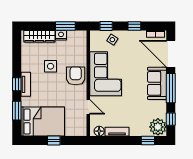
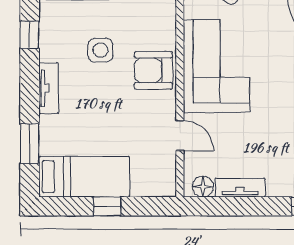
armchair: (76, 76) -> (153, 70), turned -90
window: (17, 84) -> (30, 35), moved
bed: (43, 122) -> (84, 177), width x0.67

